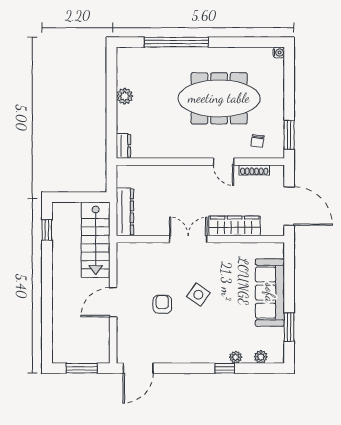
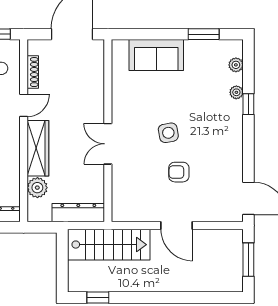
plant: (148, 174) -> (37, 188), added
wardrobe: (235, 226) -> (38, 148), moved, turned 180
sofa: (270, 293) -> (156, 55), width x0.73
side table: (198, 295) -> (168, 133), turned 45

